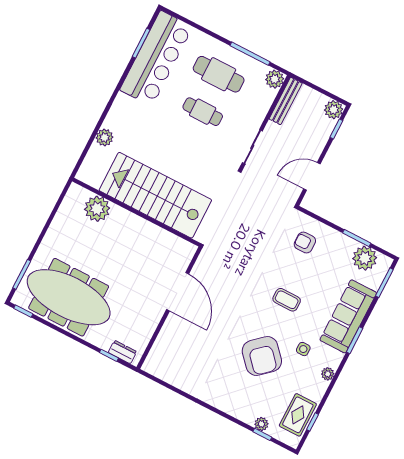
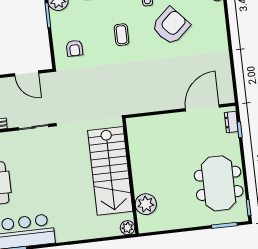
cafe table: (203, 112) -> (32, 177), removed
plant: (104, 137) -> (127, 228), moved
door: (178, 292) -> (202, 108), moved
meeting table: (69, 297) -> (219, 183), width x0.73

